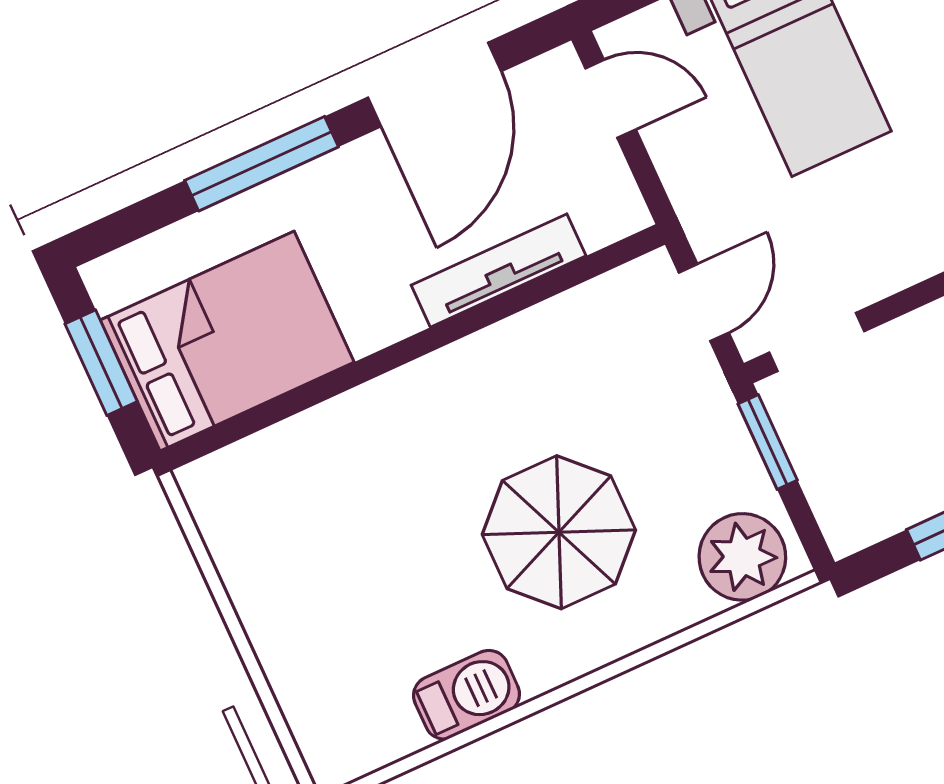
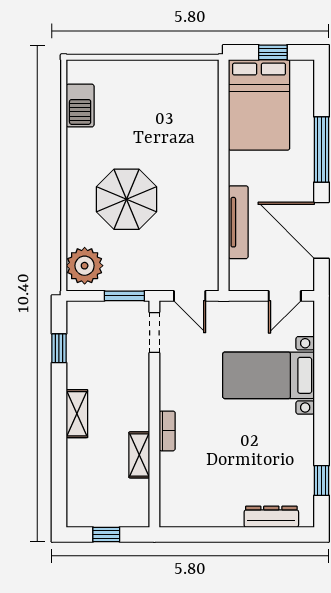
window: (101, 363) -> (273, 52), width x0.67
barbecue: (467, 695) -> (80, 106), moved

